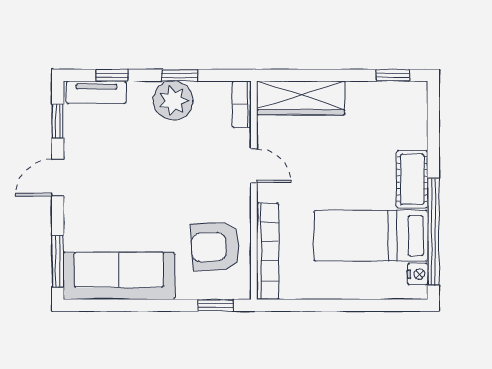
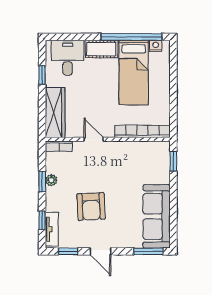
window: (393, 75) -> (42, 75), moved
plant: (173, 101) -> (51, 180), width x0.53, depth x0.53
desk: (397, 120) -> (68, 58), added
door: (254, 166) -> (94, 139), hinge flipped
armchair: (215, 247) -> (91, 206), moved

